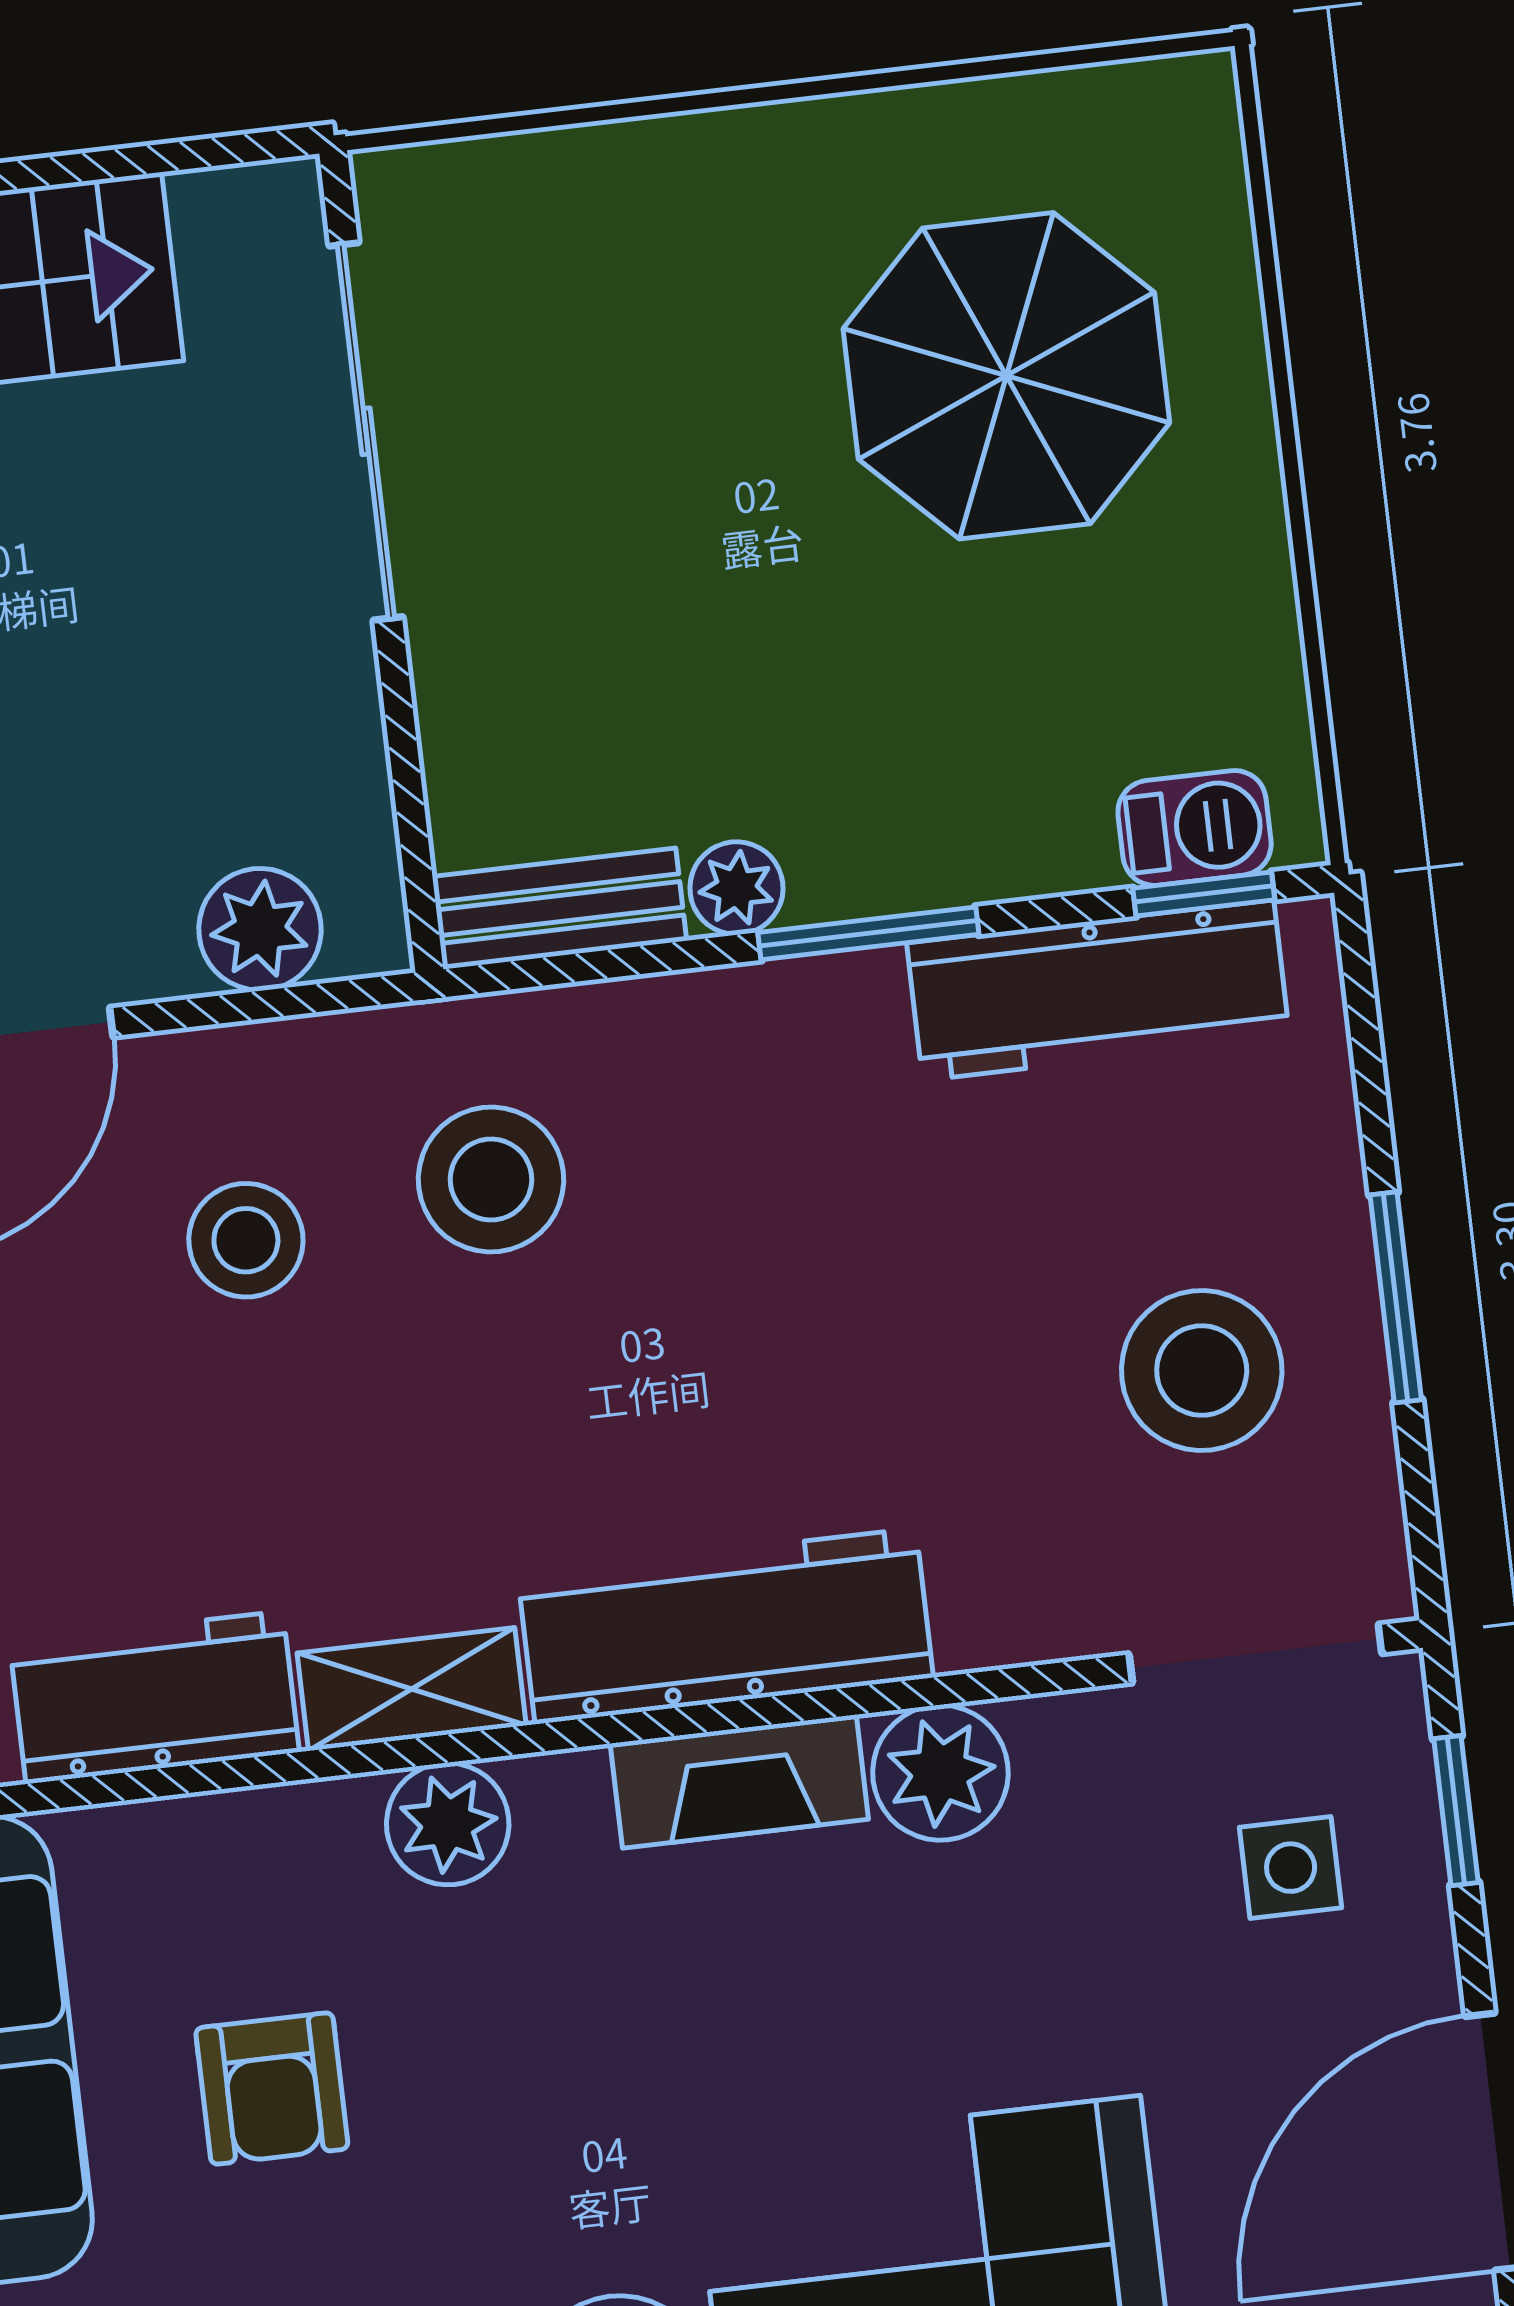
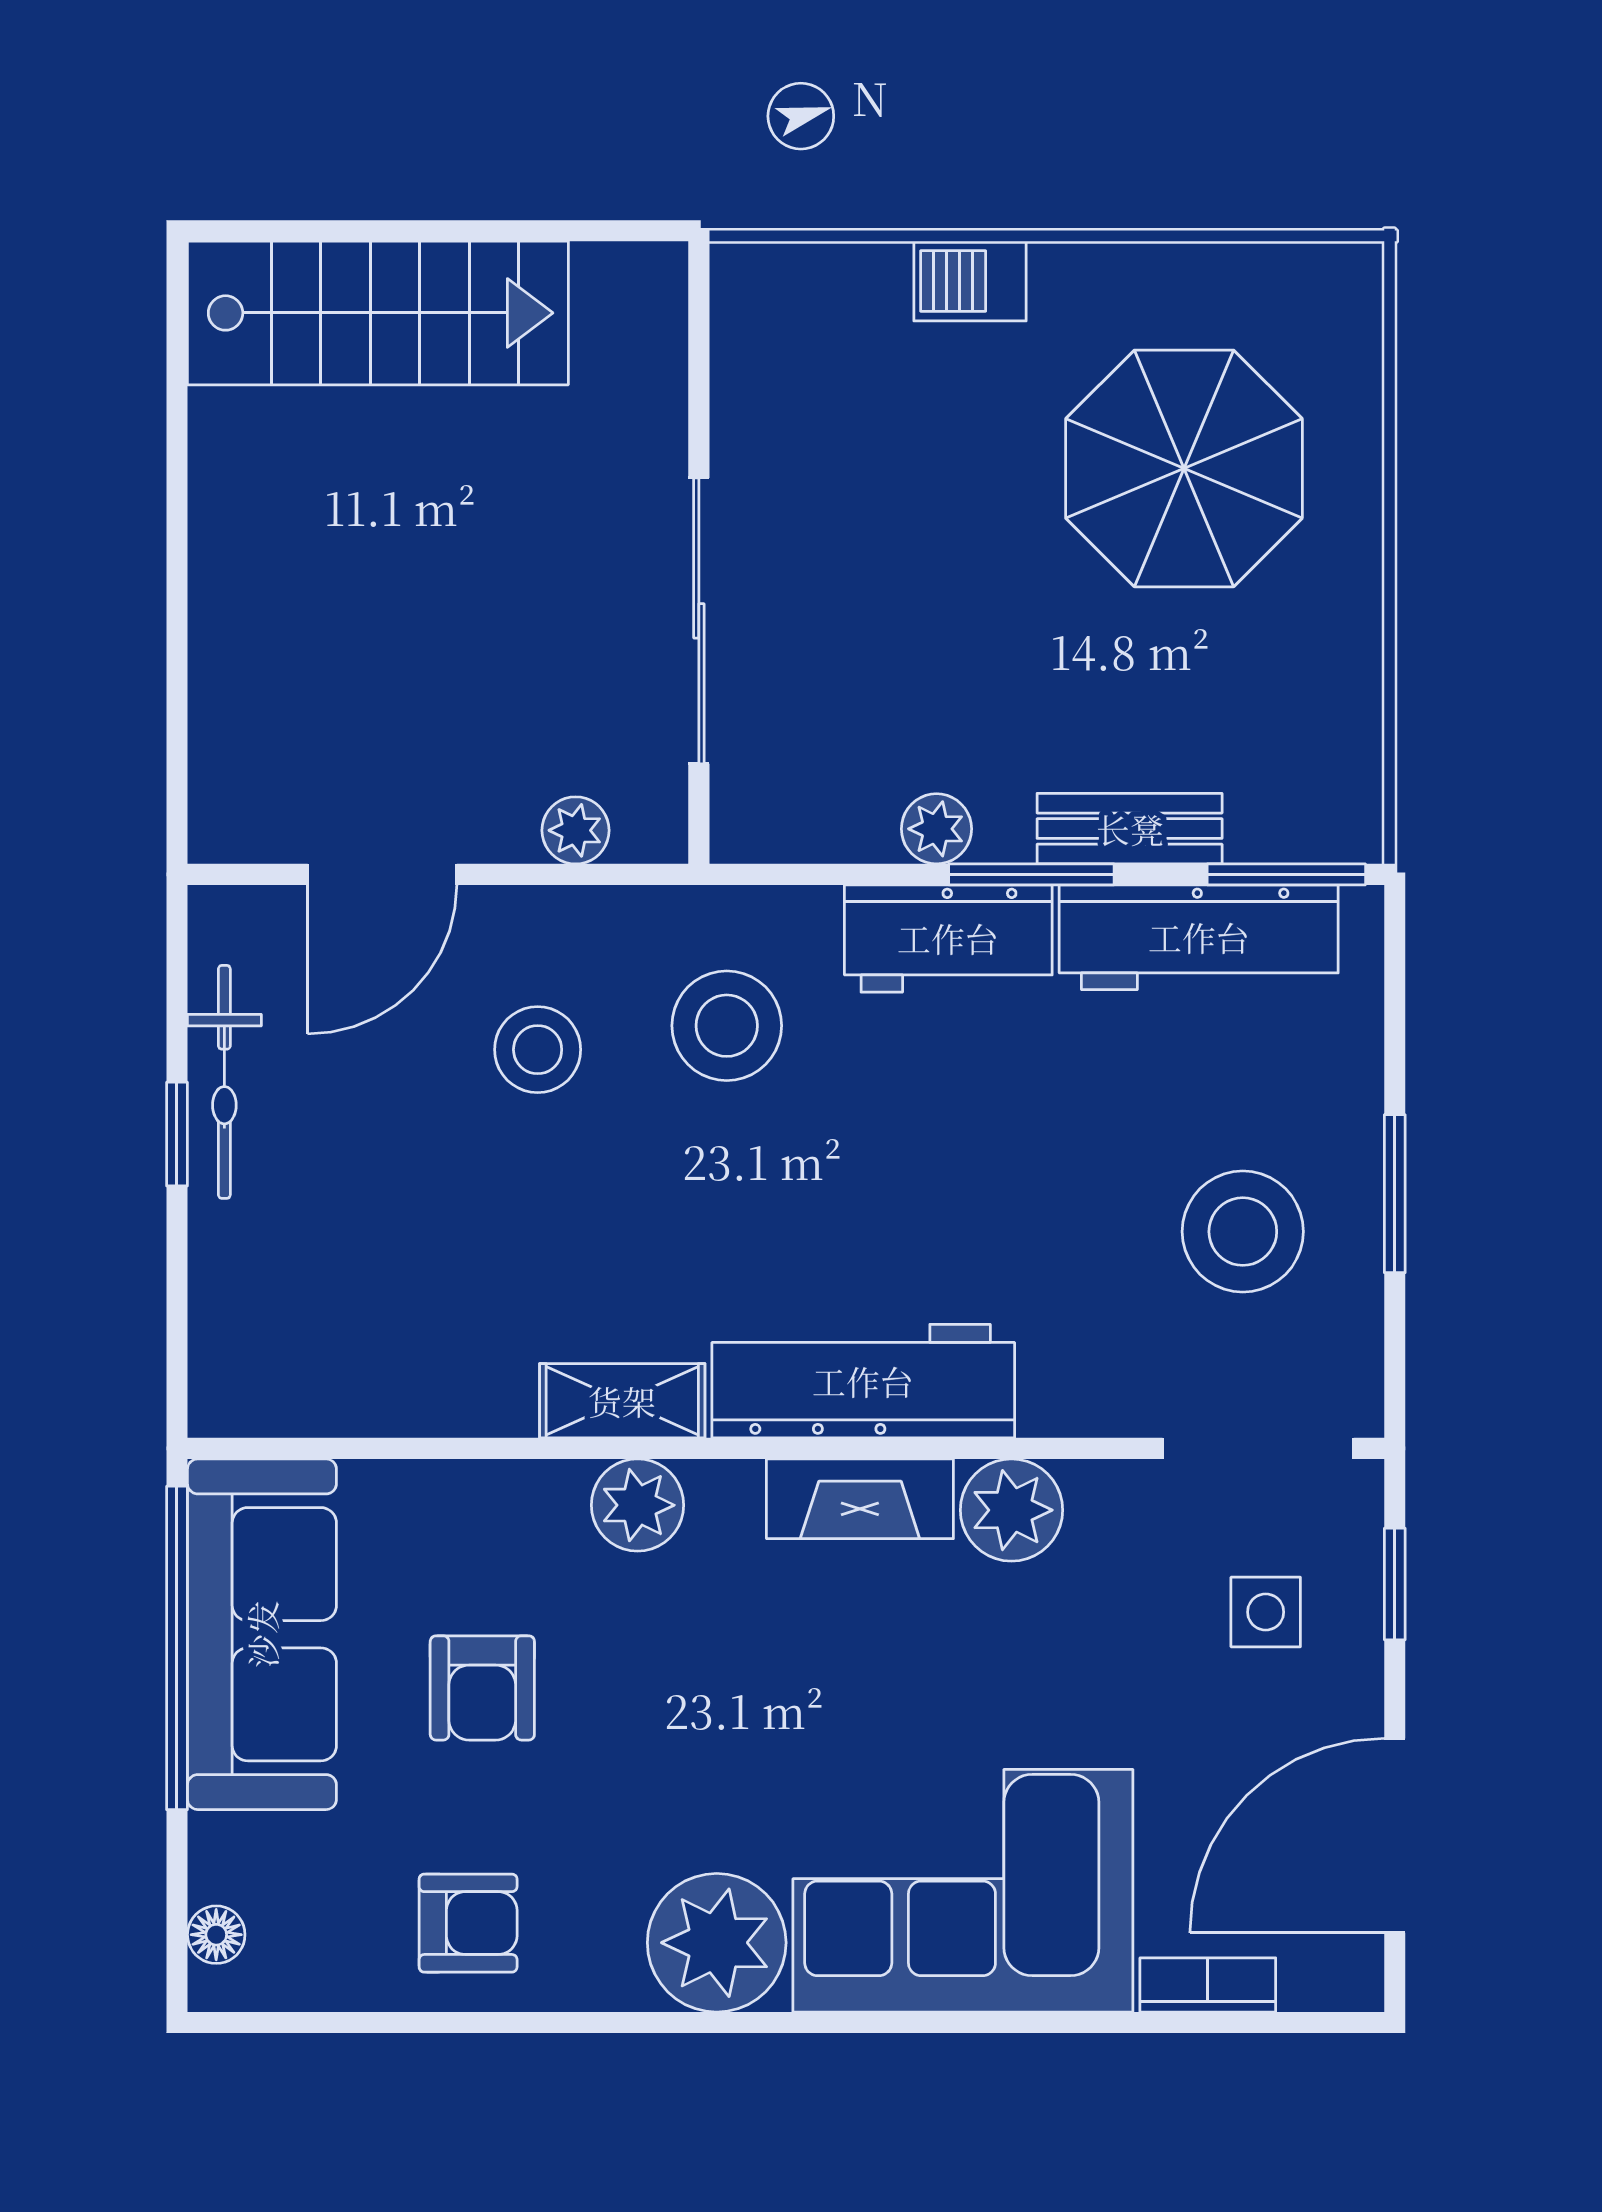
sliding door: (366, 431) -> (699, 621), moved
barbecue: (1195, 828) -> (970, 281), moved, turned 180
window: (1204, 894) -> (1286, 874), width x1.50
bench: (559, 909) -> (1130, 829), moved
plant: (260, 929) -> (576, 830), width x0.73, depth x0.73
workbench: (154, 1697) -> (948, 938), moved, turned 180

